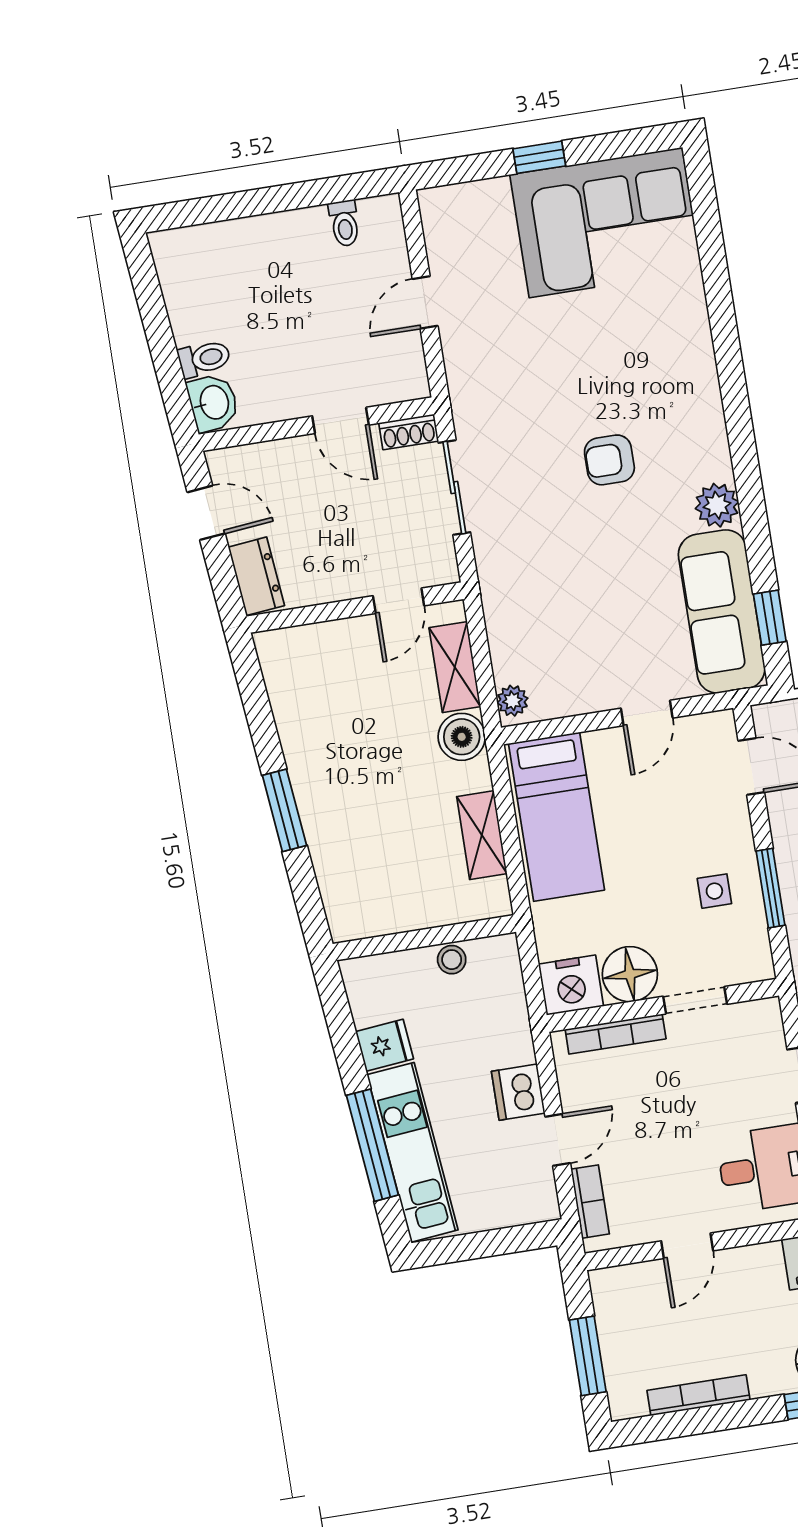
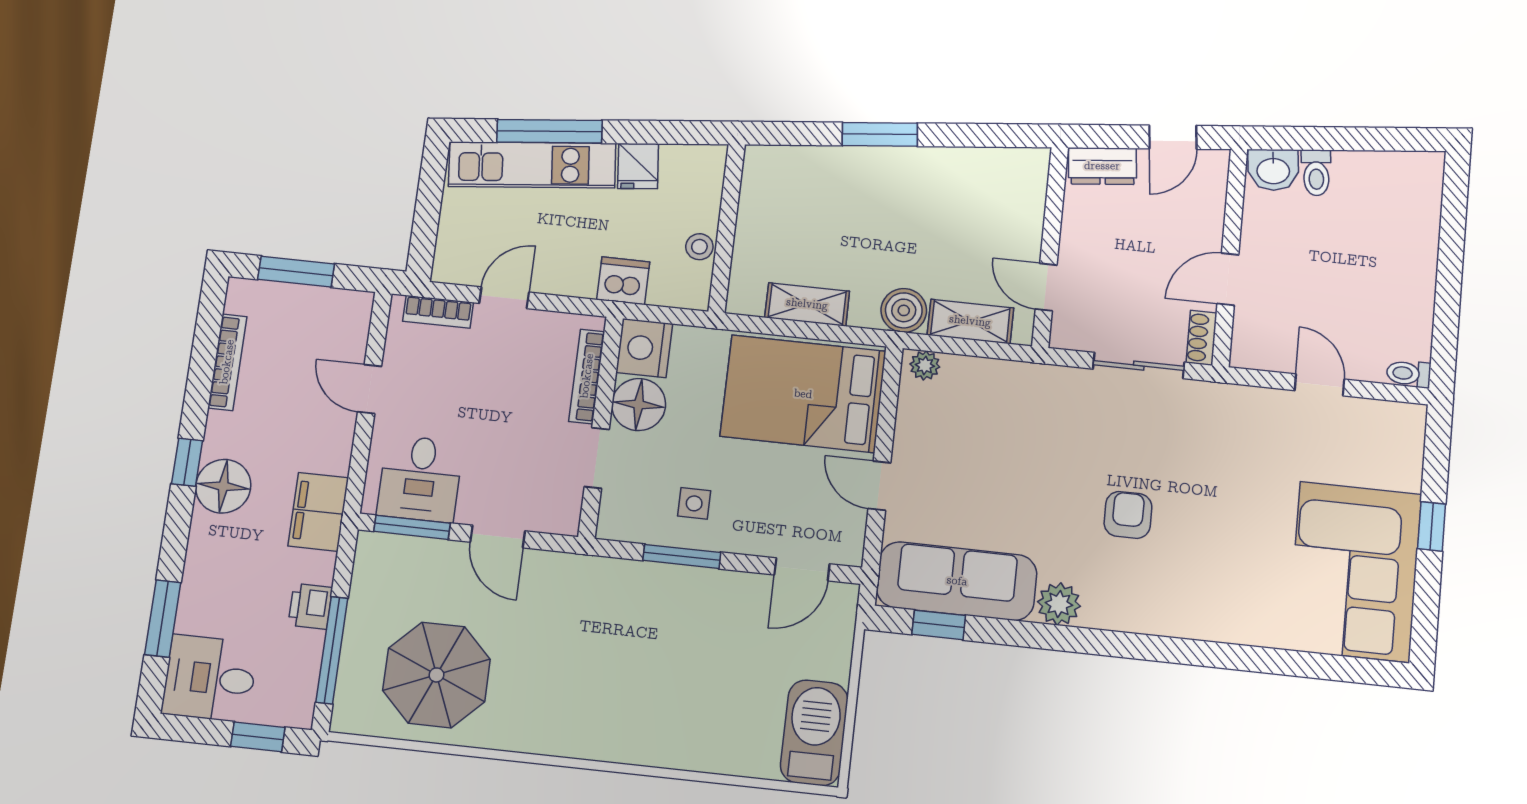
toilet: (344, 223) -> (1409, 374), moved
bed: (557, 817) -> (803, 394), width x1.50
dishwasher: (518, 1092) -> (623, 281), moved
door: (558, 1140) -> (504, 298), swing flipped

